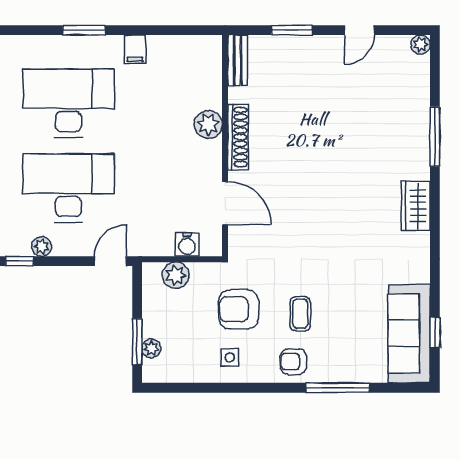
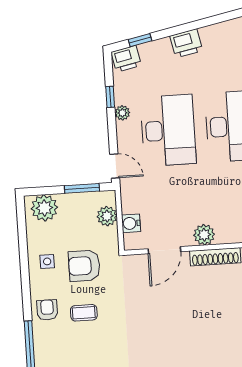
plant: (208, 124) -> (204, 235), moved
armchair: (239, 309) -> (84, 266), turned -90
window: (137, 342) -> (82, 188), moved
plant: (151, 348) -> (44, 208), width x1.87, depth x1.87

